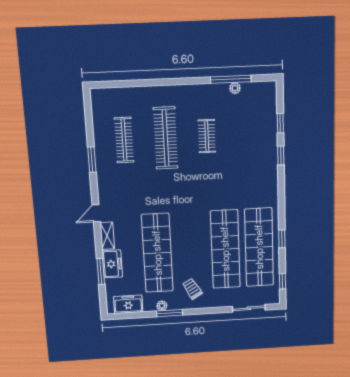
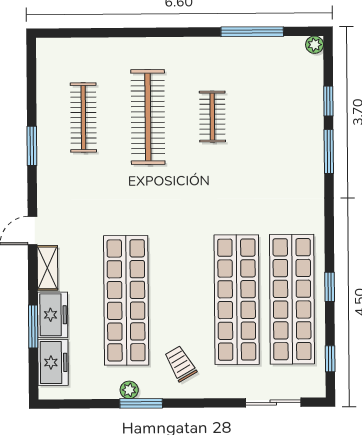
plant: (235, 88) -> (315, 45), moved
window: (281, 156) -> (329, 152), width x1.50
freezer: (128, 304) -> (53, 362), moved, turned 90

